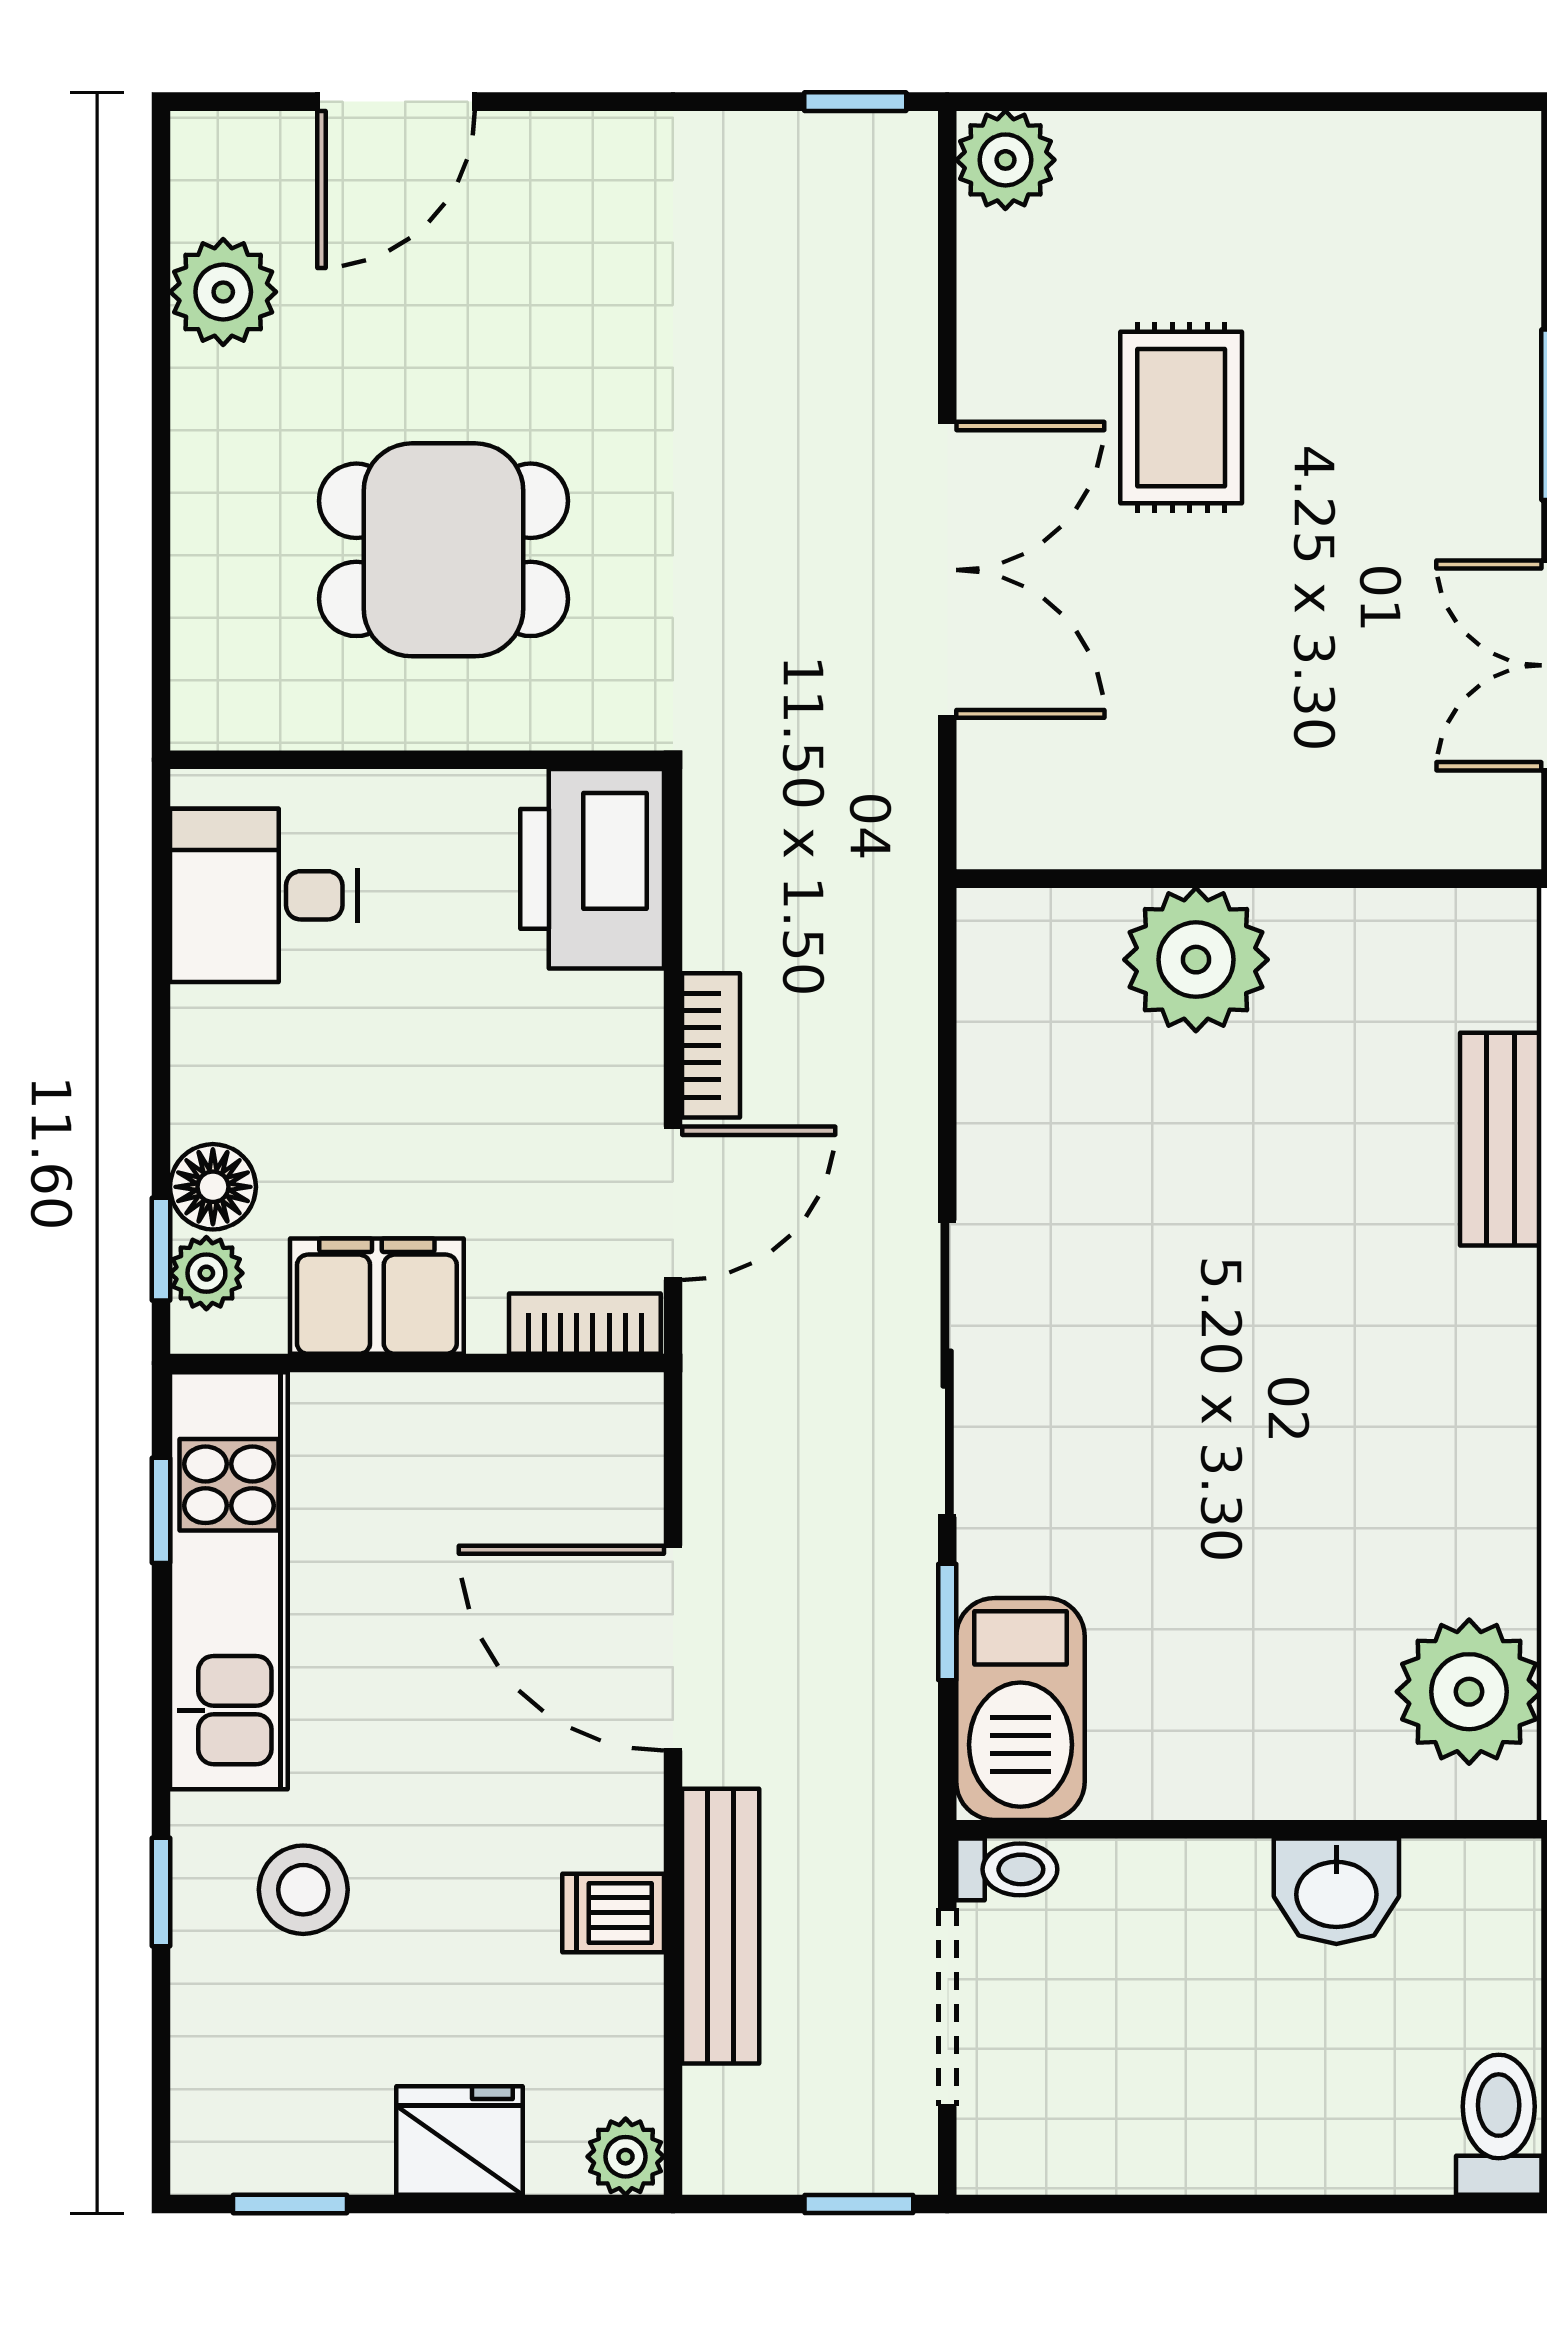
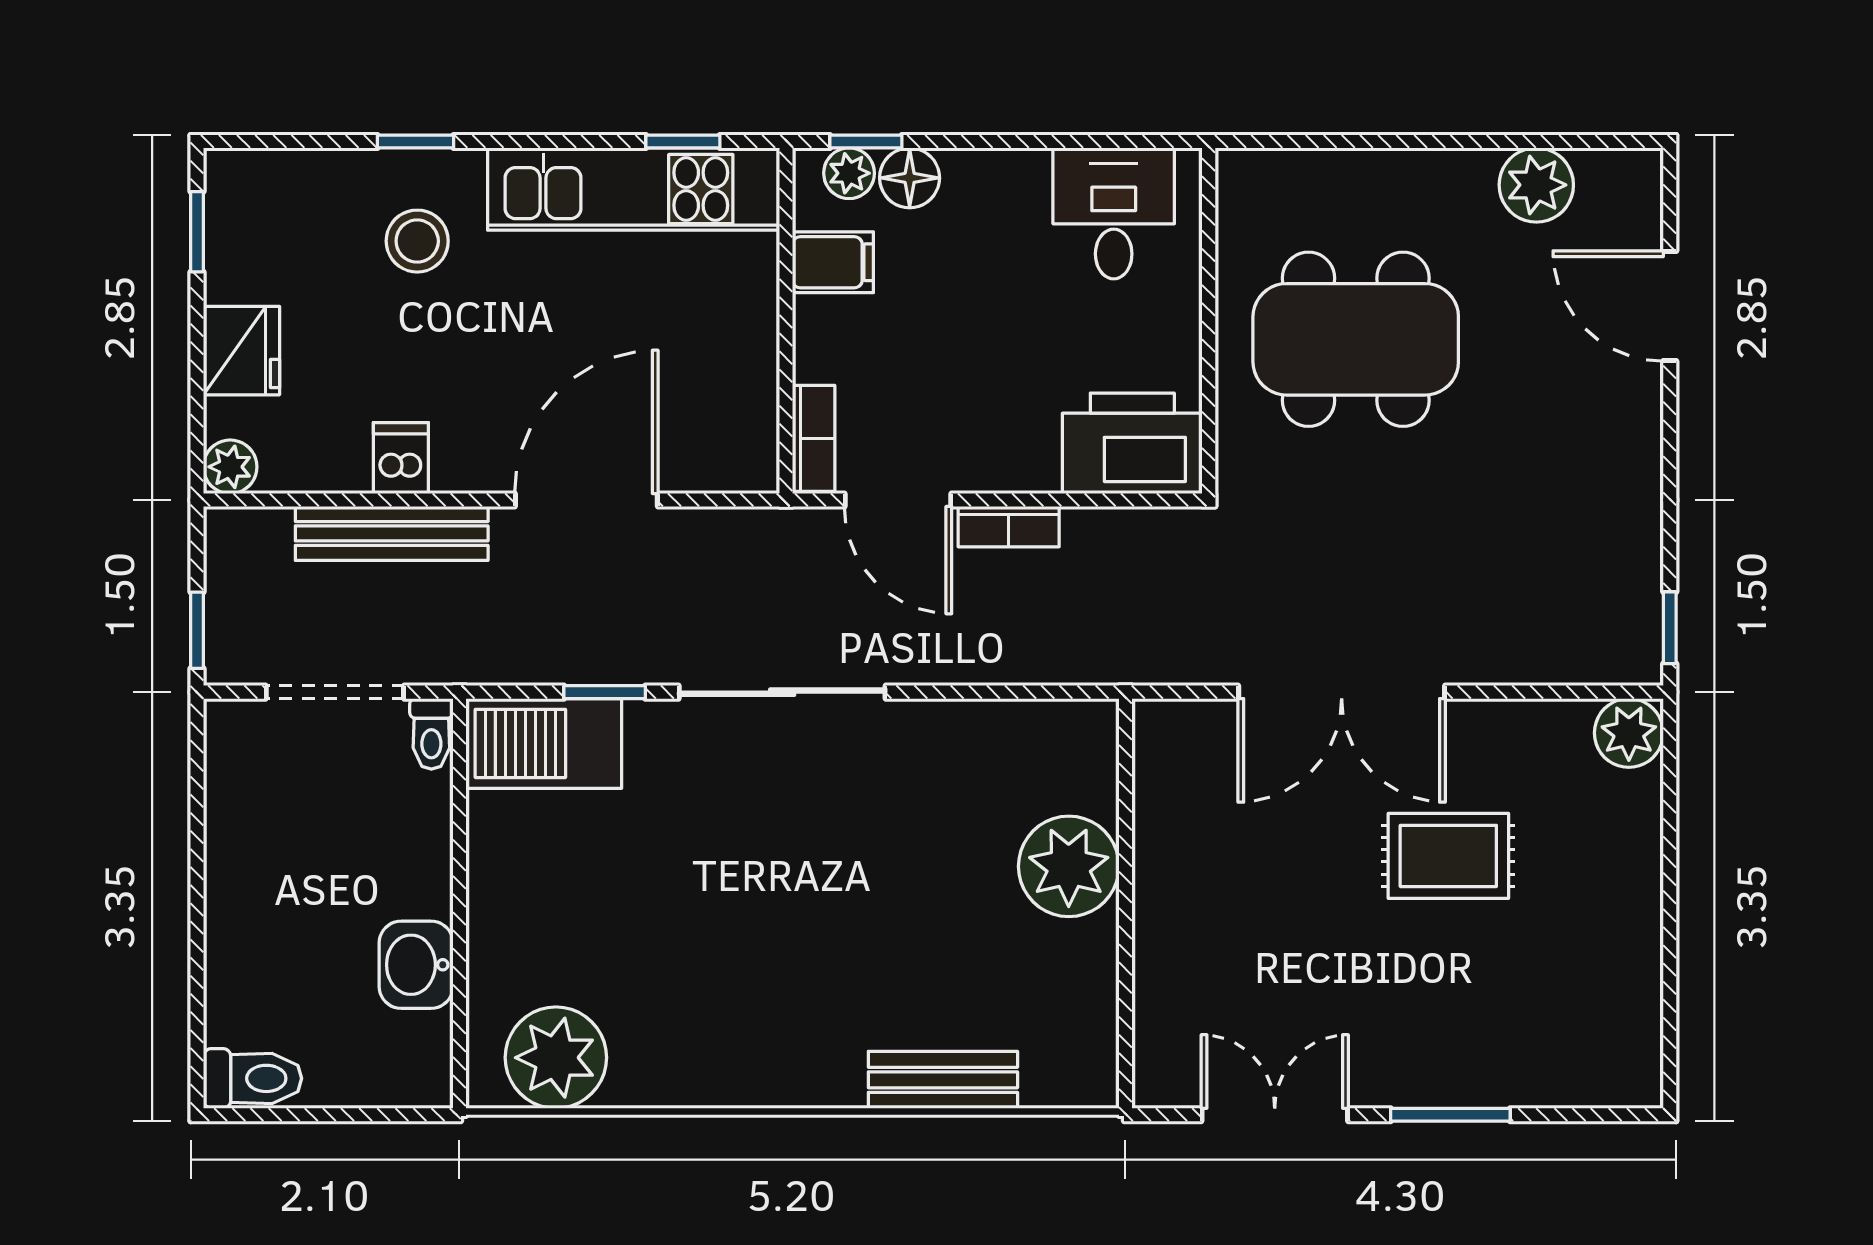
dining table: (444, 550) -> (1356, 339), width x1.38
filing cabinet: (377, 1296) -> (833, 262), width x0.50

